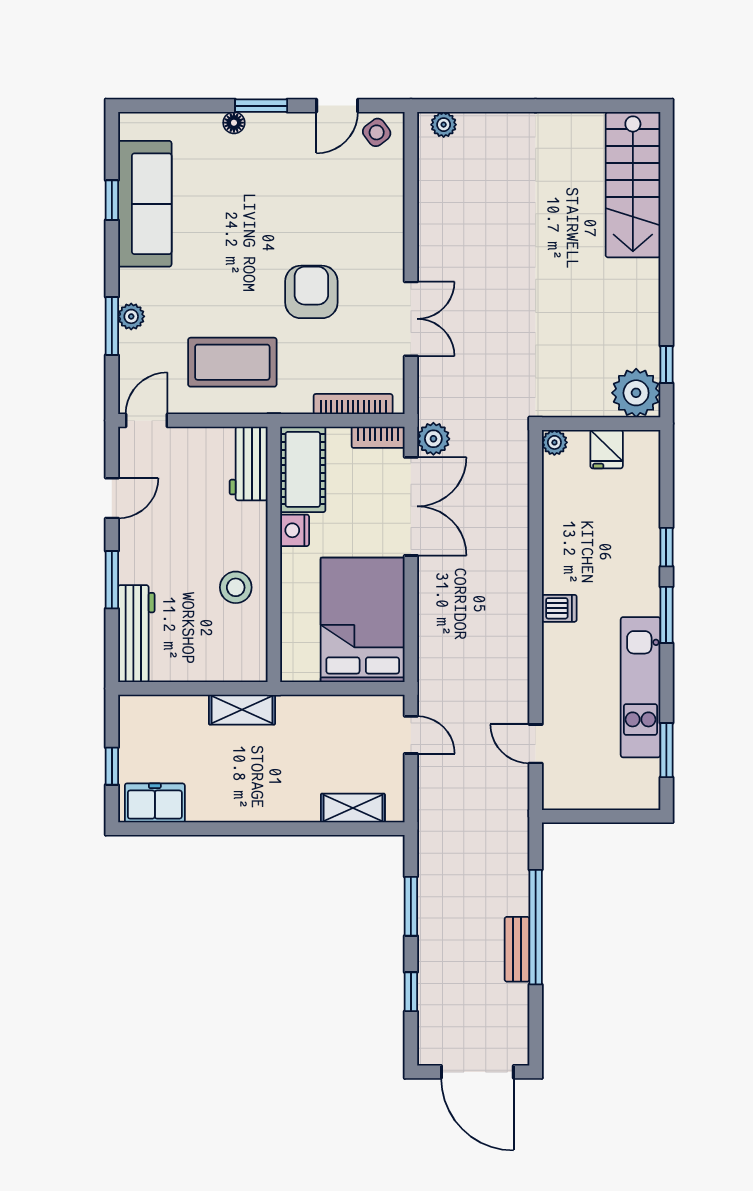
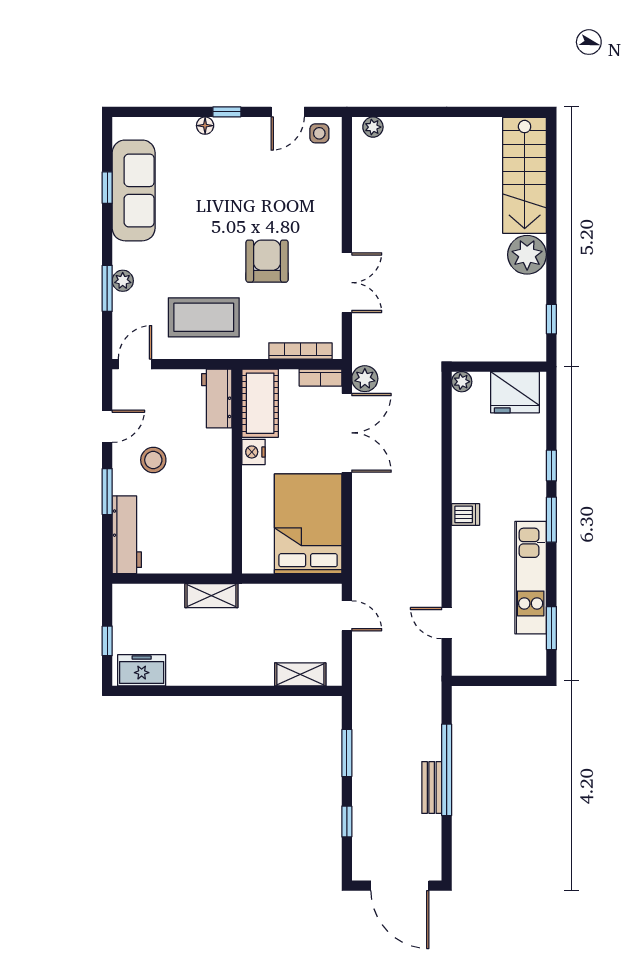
window: (261, 106) -> (227, 112), width x0.67
side table: (377, 132) -> (319, 133), turned 37
plant: (636, 393) -> (527, 255), moved
fridge: (607, 449) -> (515, 392), width x1.88, depth x1.34
stool: (236, 587) -> (153, 460), moved

